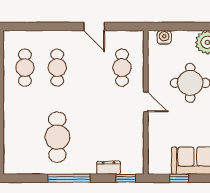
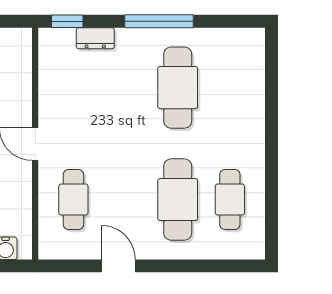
cafe table: (57, 68) -> (178, 200), width x1.37, depth x1.35

